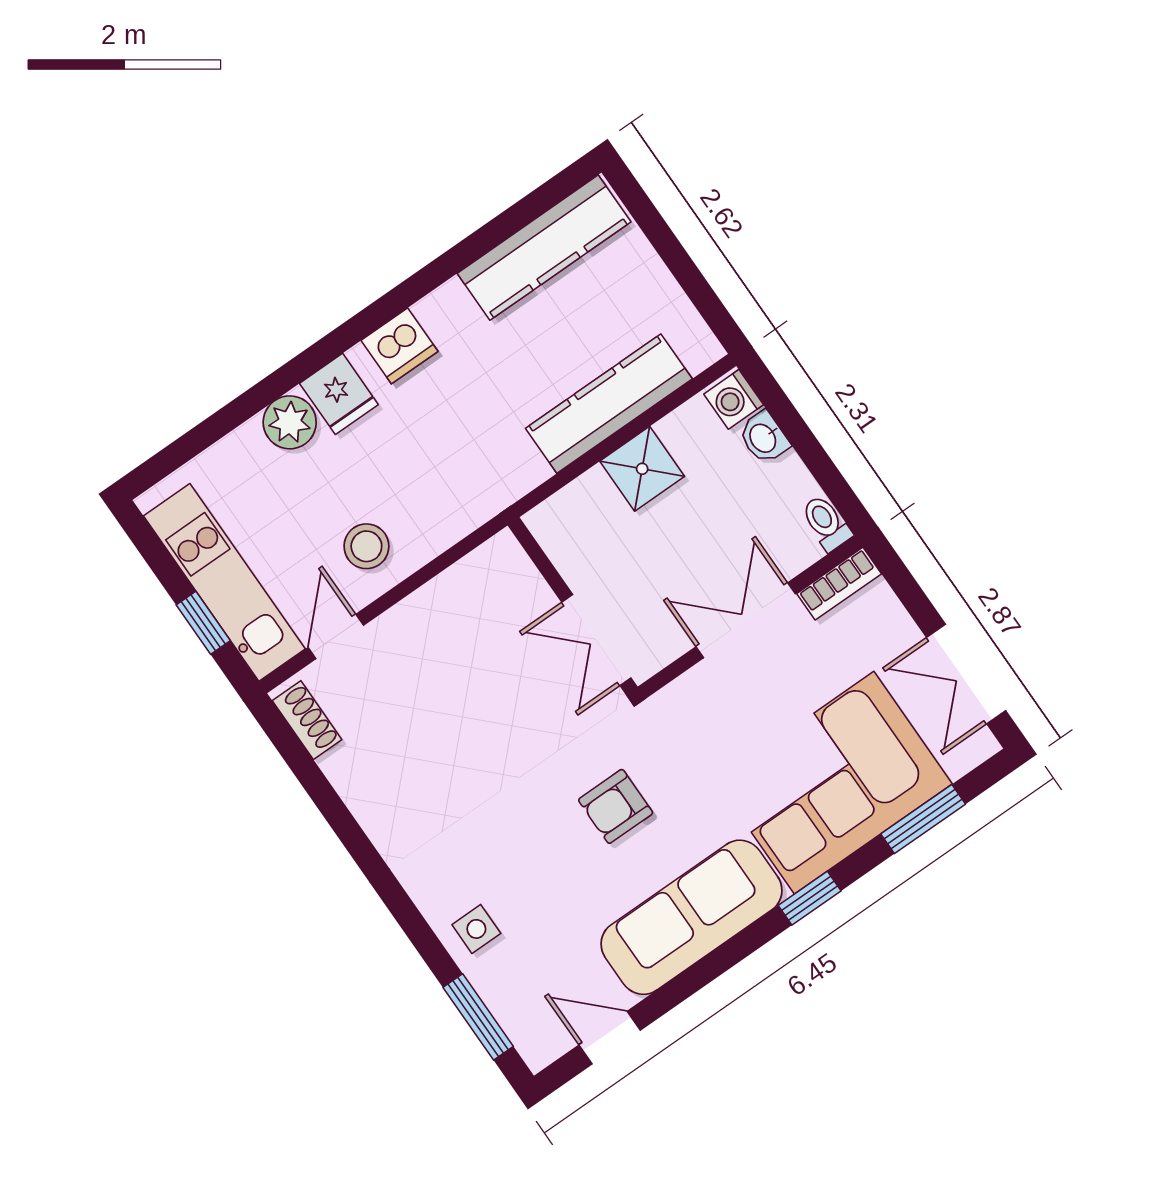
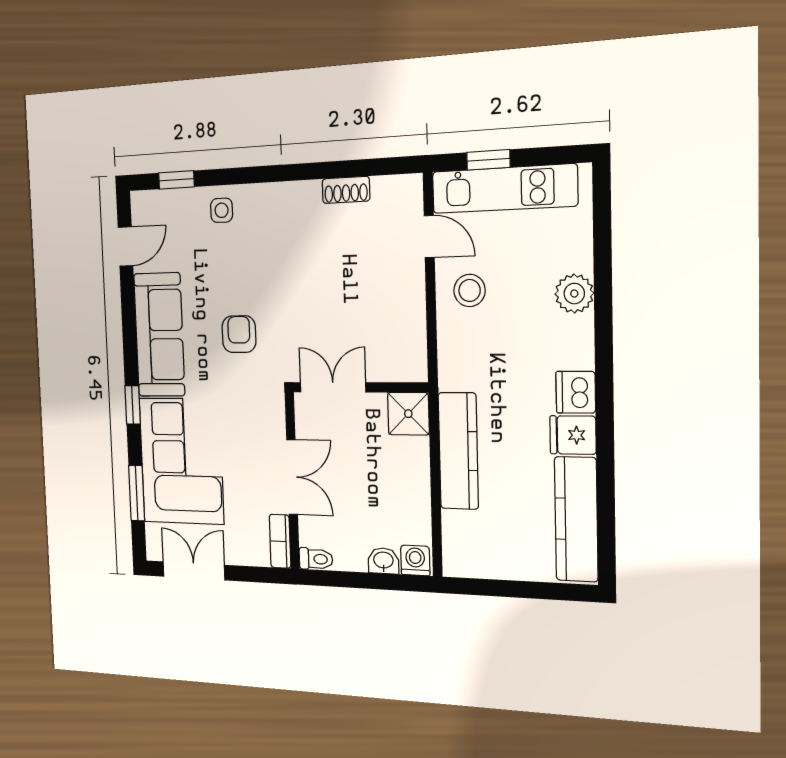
fridge: (339, 394) -> (573, 435), moved
kitchen counter: (609, 404) -> (458, 451), moved
shower: (642, 469) -> (408, 414), moved
shoe rack: (307, 720) -> (346, 190), moved
window: (478, 1017) -> (176, 180), width x0.67

